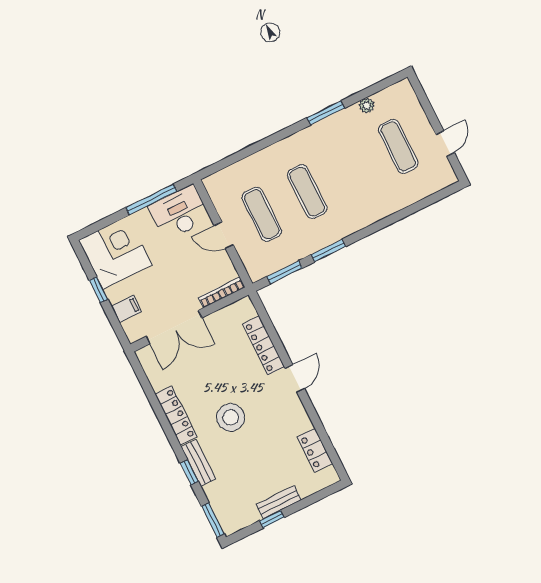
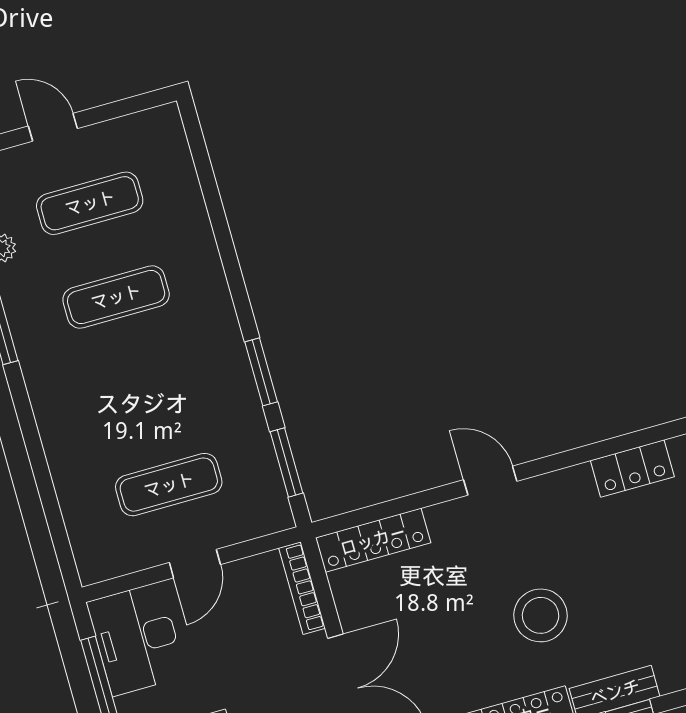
door: (445, 143) -> (53, 127), moved
exercise mat: (307, 192) -> (116, 297), moved
locker: (263, 345) -> (373, 540), moved

